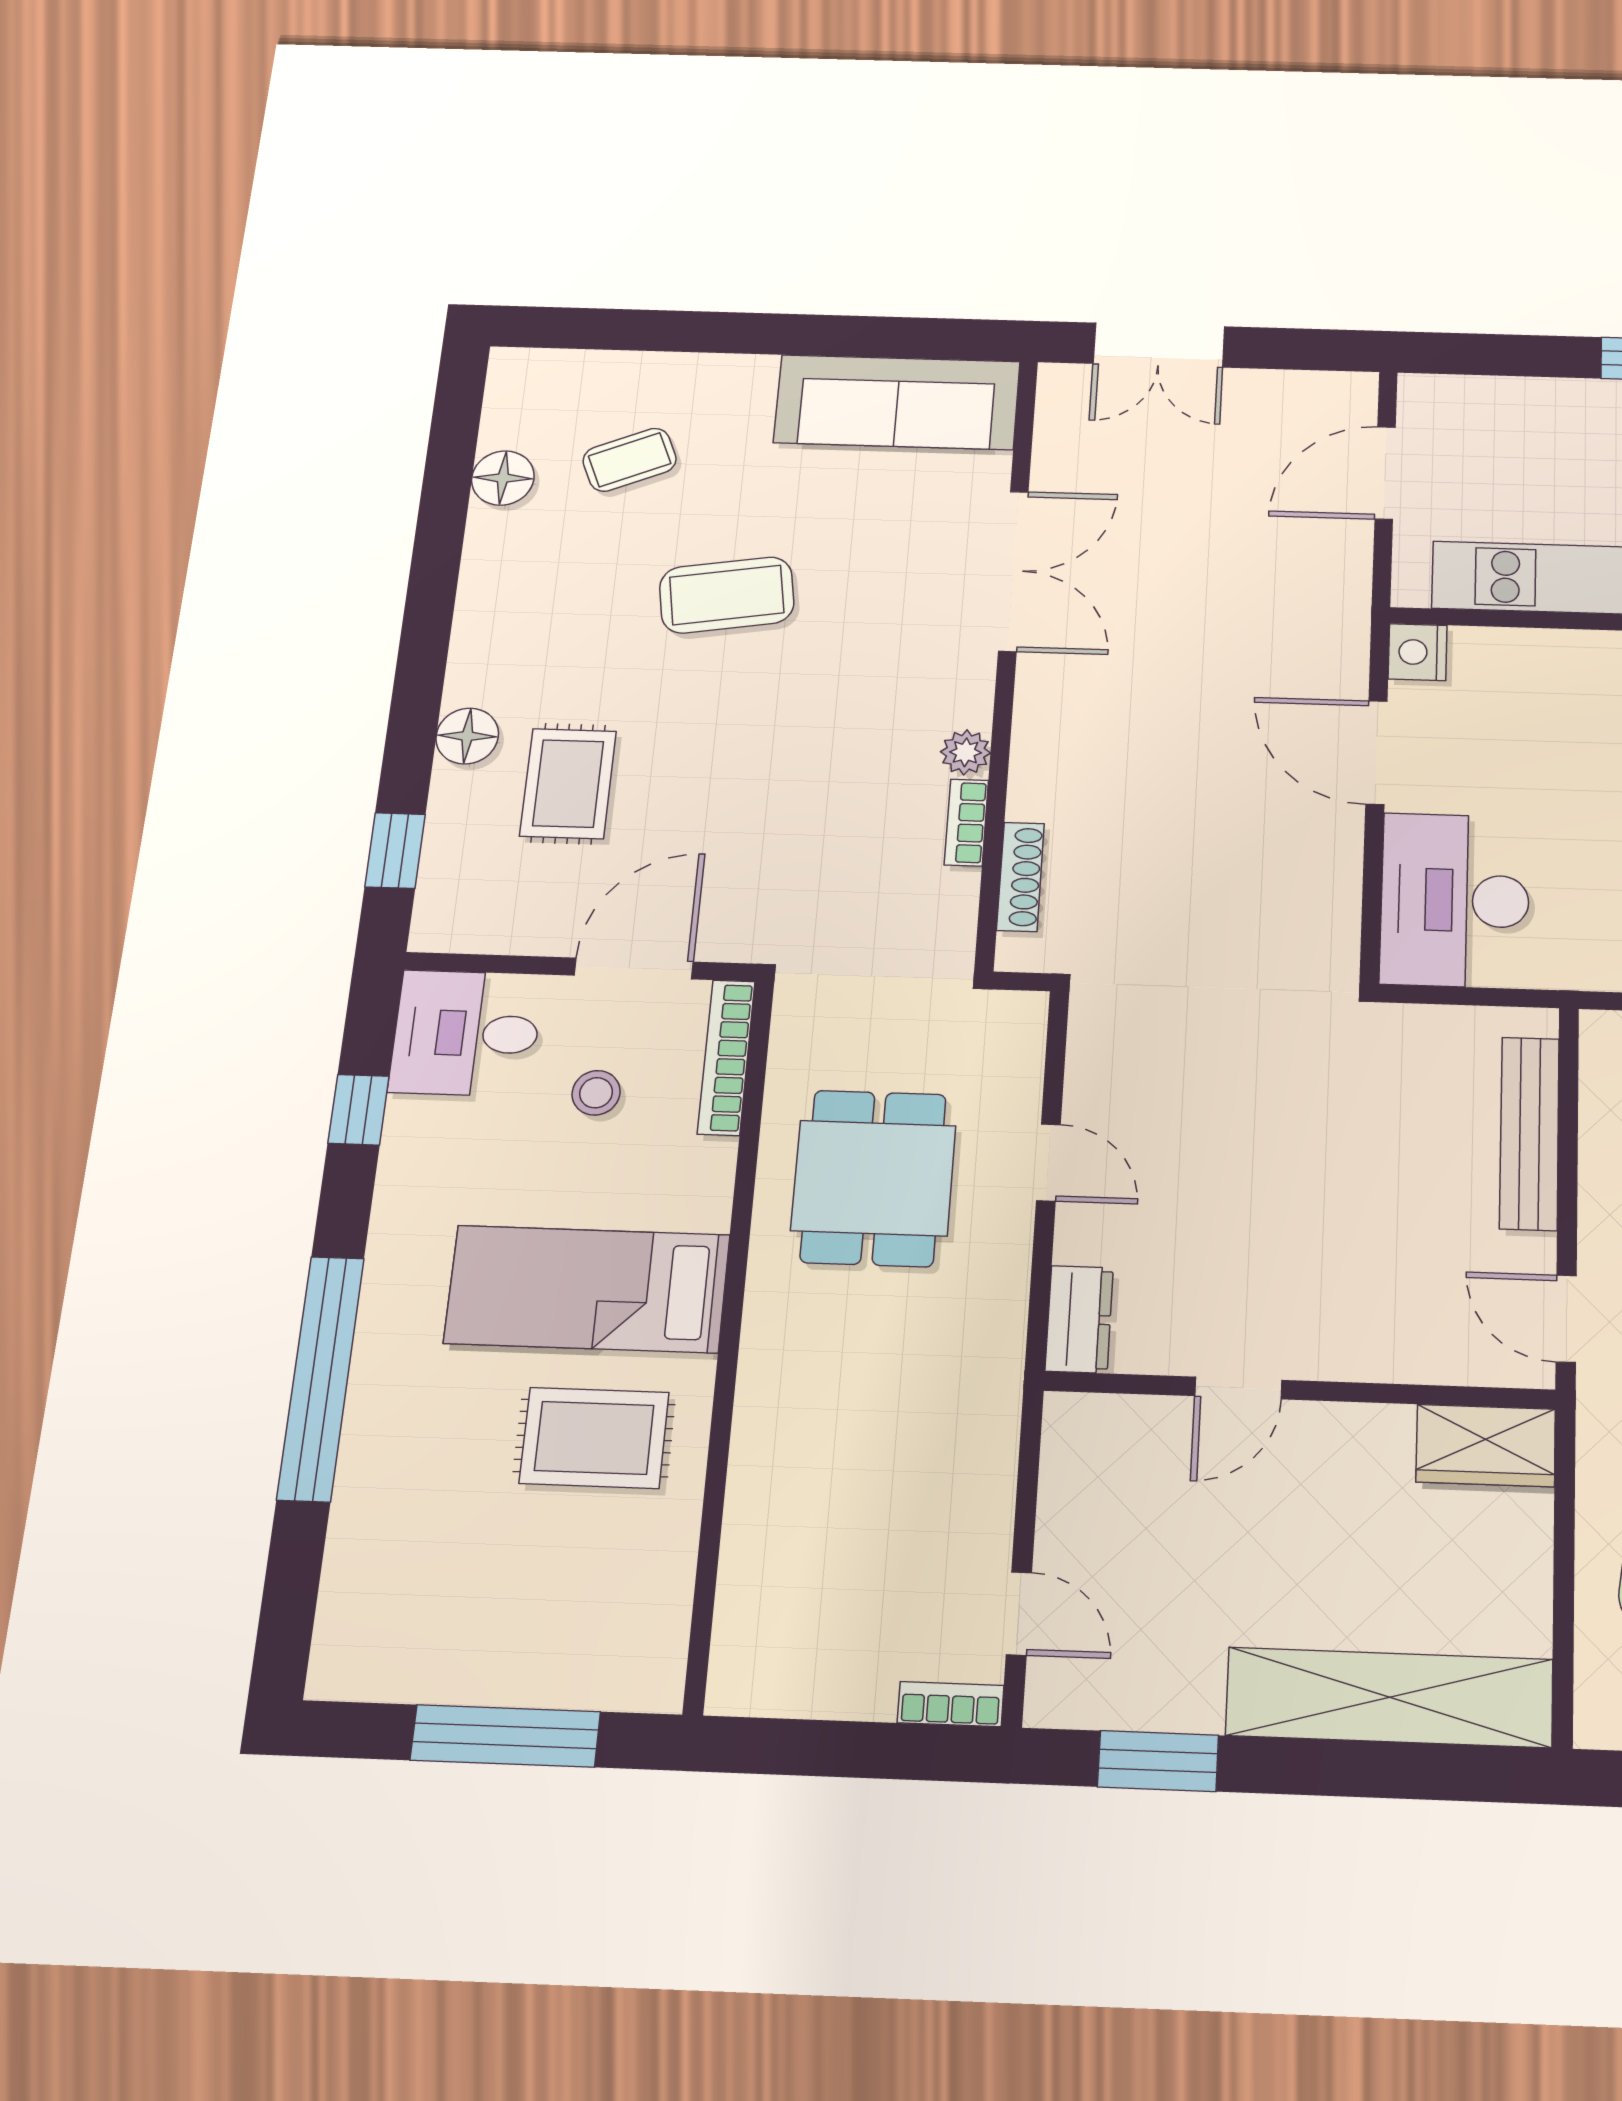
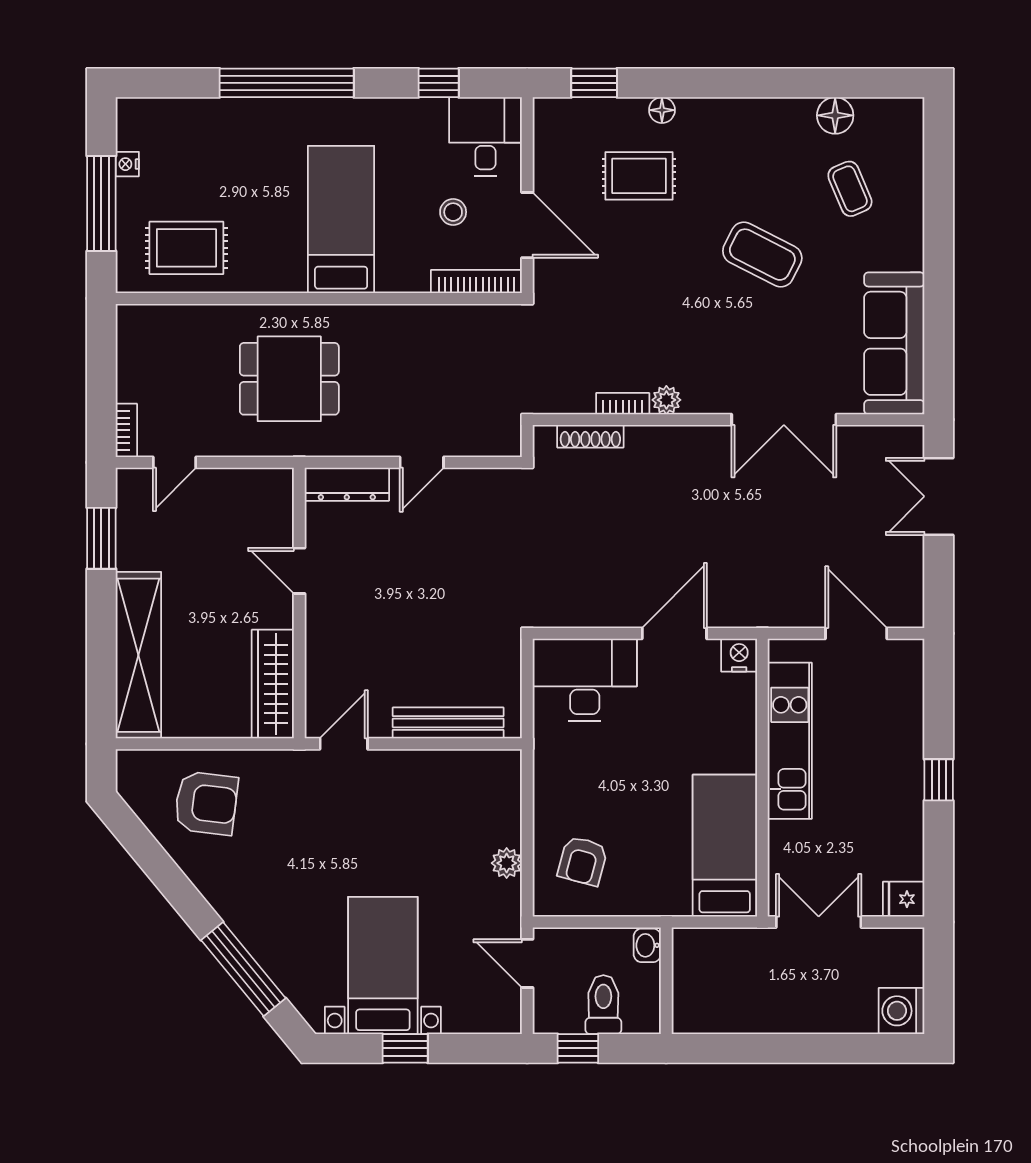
coffee table: (727, 595) -> (762, 255), turned -54
floor lamp: (467, 736) -> (662, 110), width x0.73, depth x0.73
dining table: (873, 1178) -> (289, 379), moved
dresser: (1079, 1319) -> (347, 484), width x1.44
rug: (594, 1438) -> (186, 248), moved, turned 90
wardrobe: (1486, 1445) -> (273, 684), width x1.50
nightstand: (435, 1683) -> (127, 164), added

